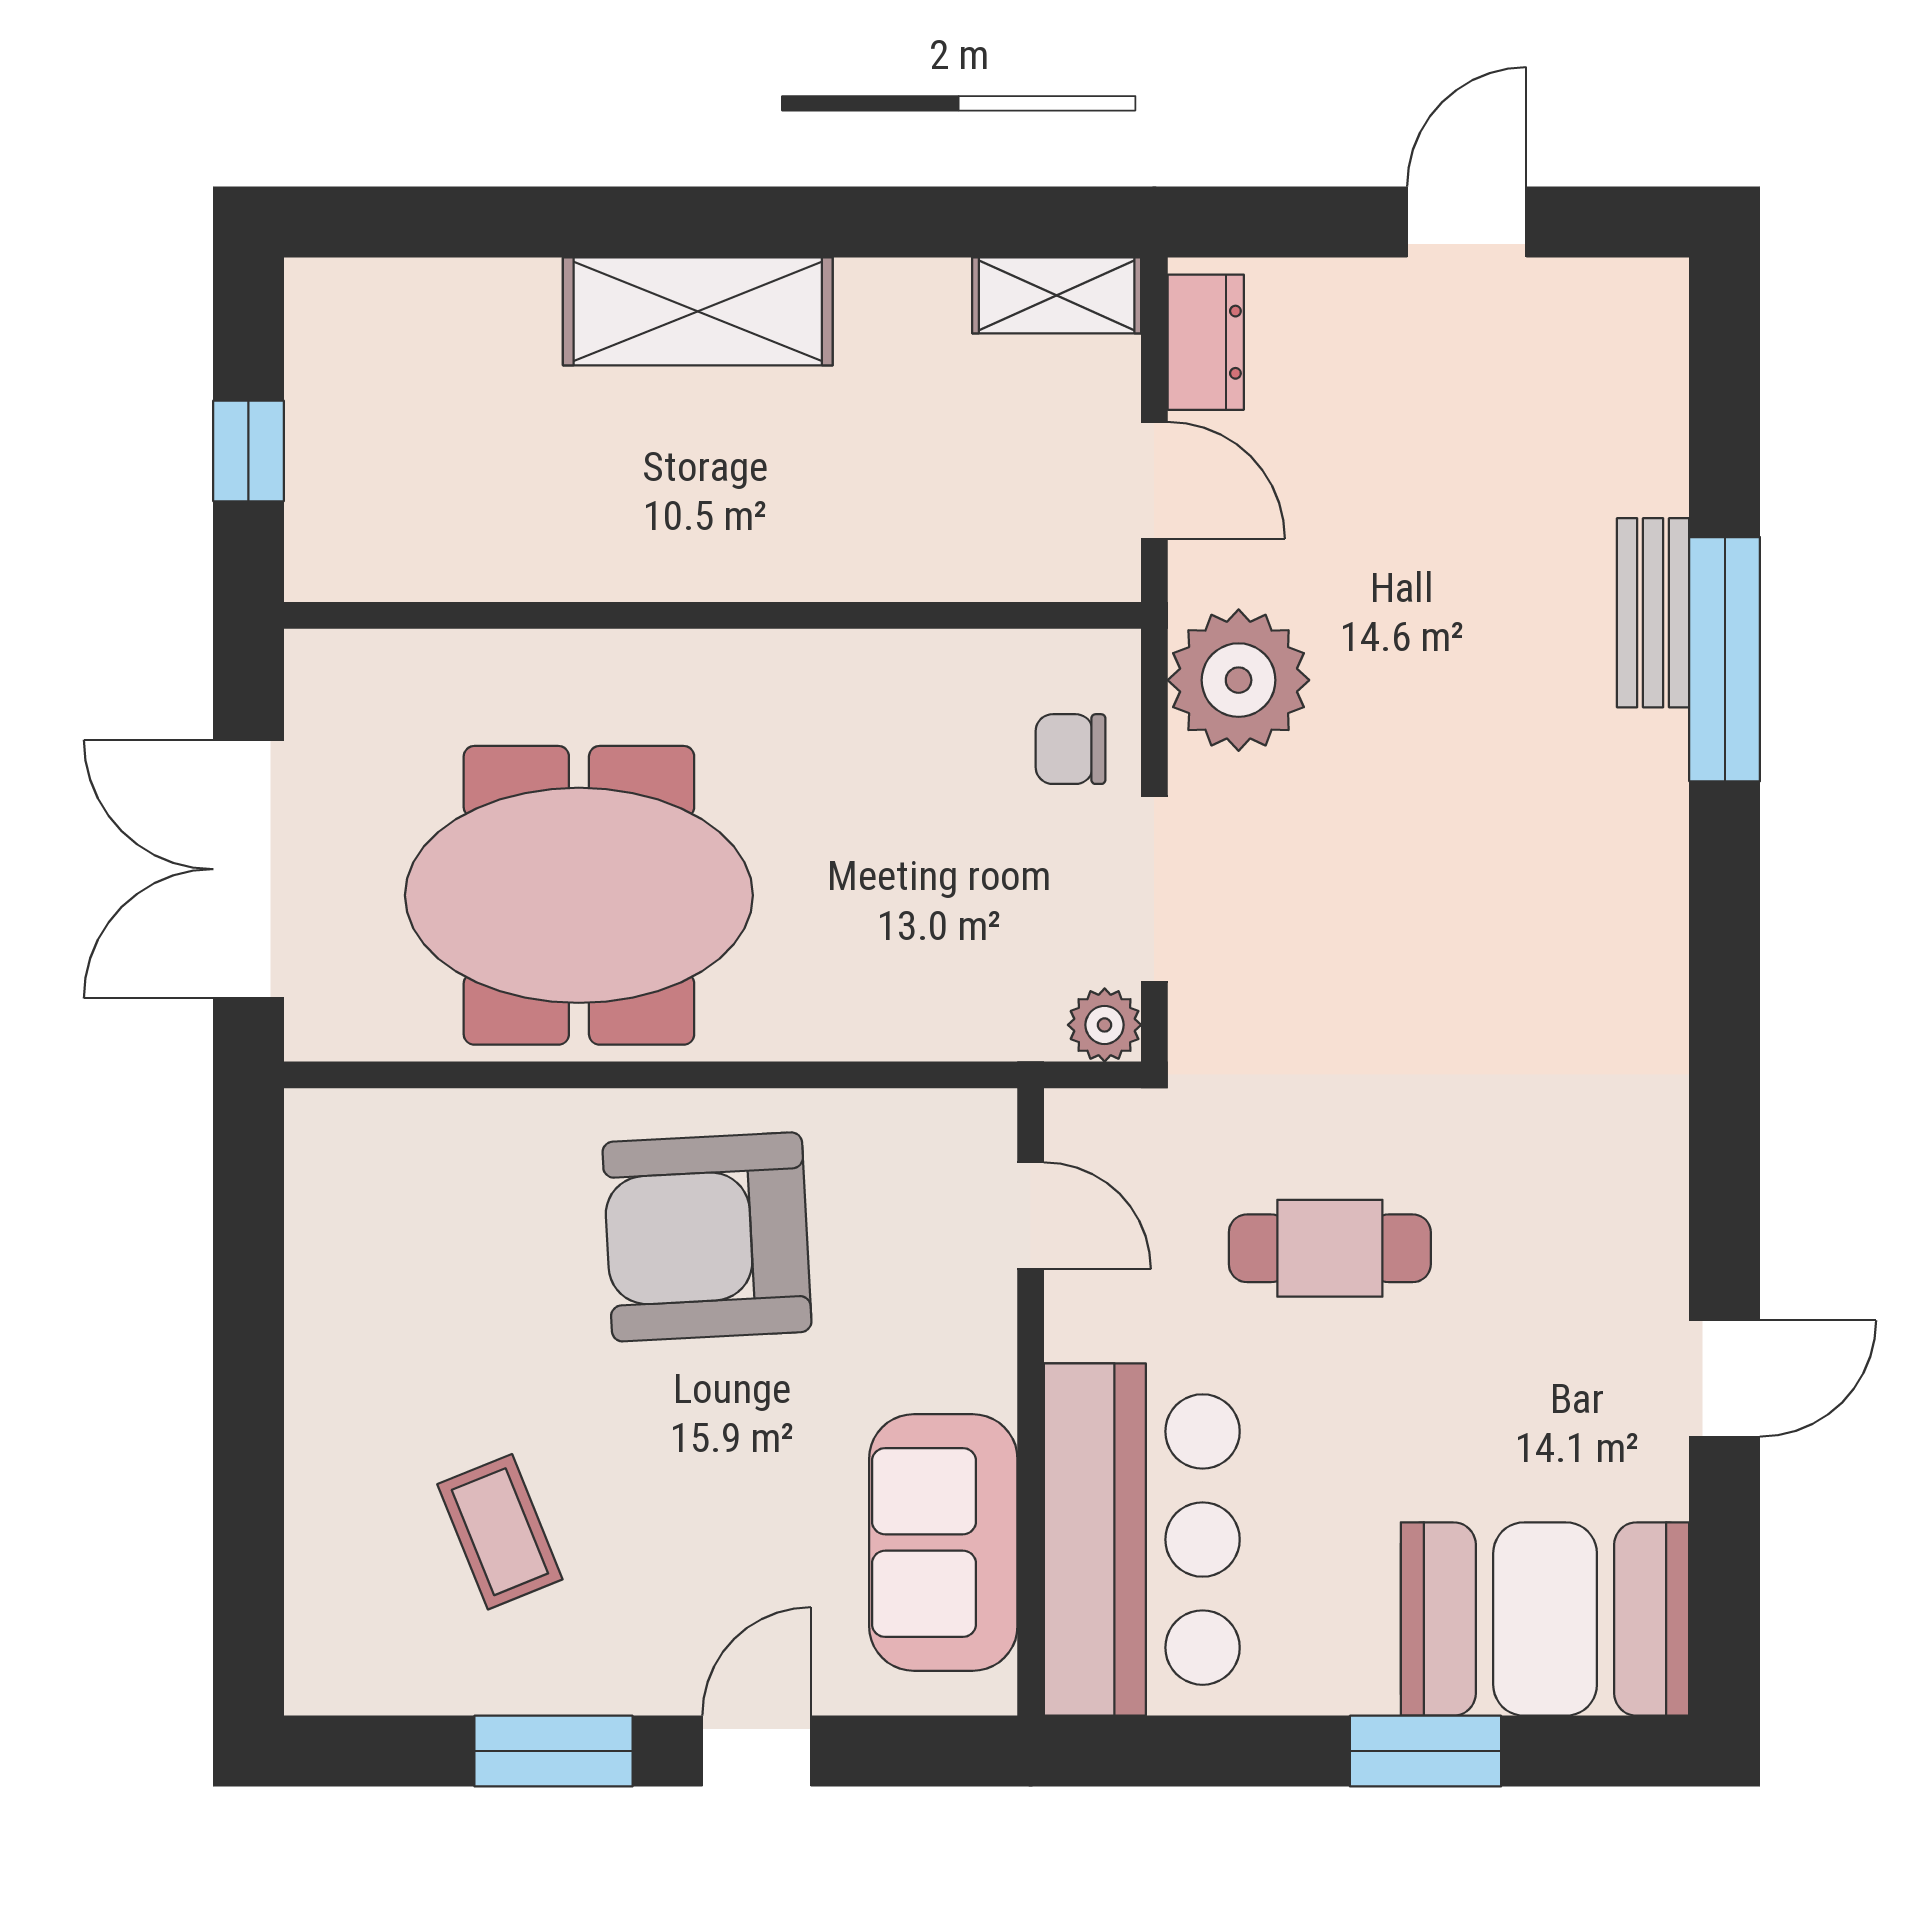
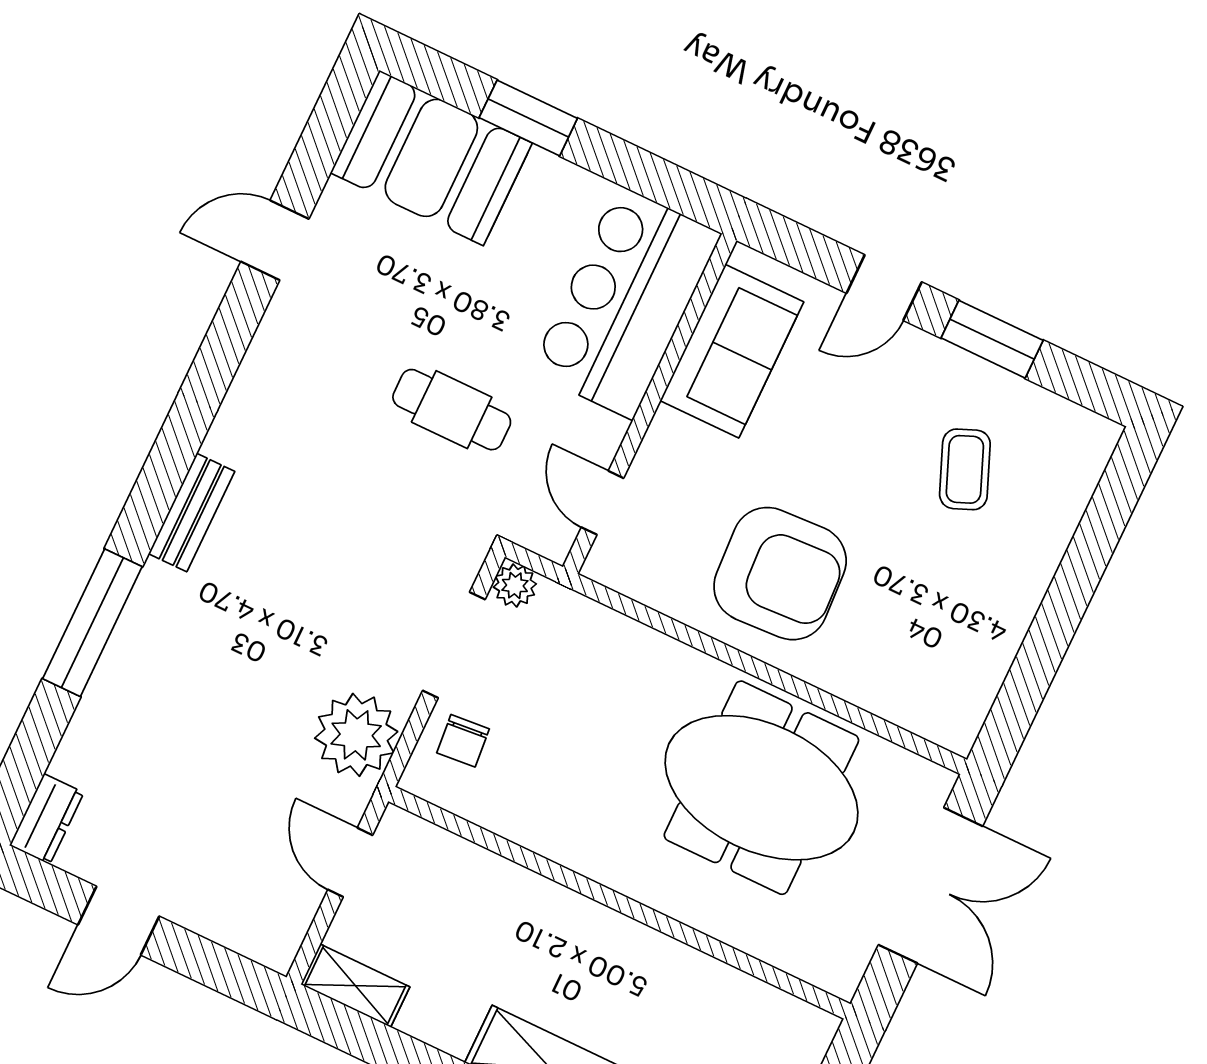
dresser: (1206, 342) -> (47, 819), moved, turned 180
bench: (1653, 613) -> (192, 513), moved
chair: (1070, 749) -> (463, 741), turned 85

